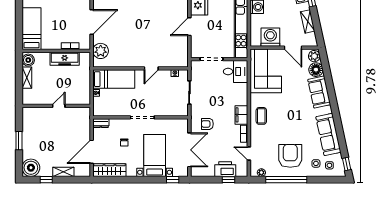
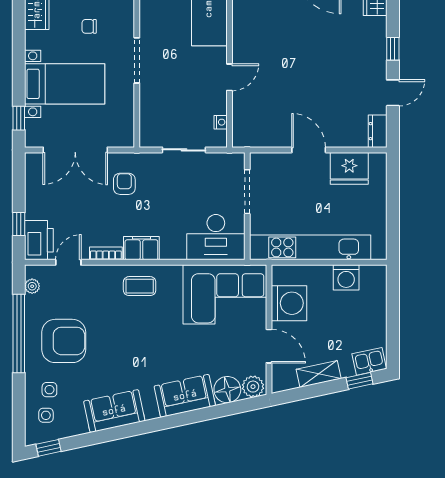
door: (293, 48) -> (269, 346), swing flipped
door: (151, 68) -> (229, 77), swing flipped
desk: (236, 72) -> (216, 237), width x1.37
sofa: (328, 134) -> (114, 411), width x0.73
printer: (225, 169) -> (39, 240), moved

